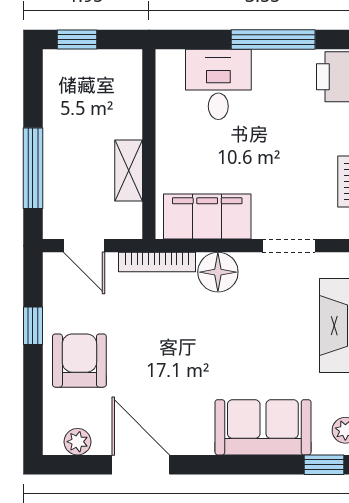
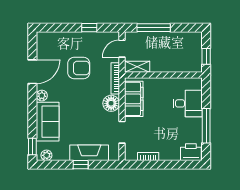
window: (77, 39) -> (206, 56), moved
shelving: (129, 171) -> (137, 67), moved
armchair: (79, 361) -> (79, 68), moved
plant: (78, 442) -> (42, 96), moved

